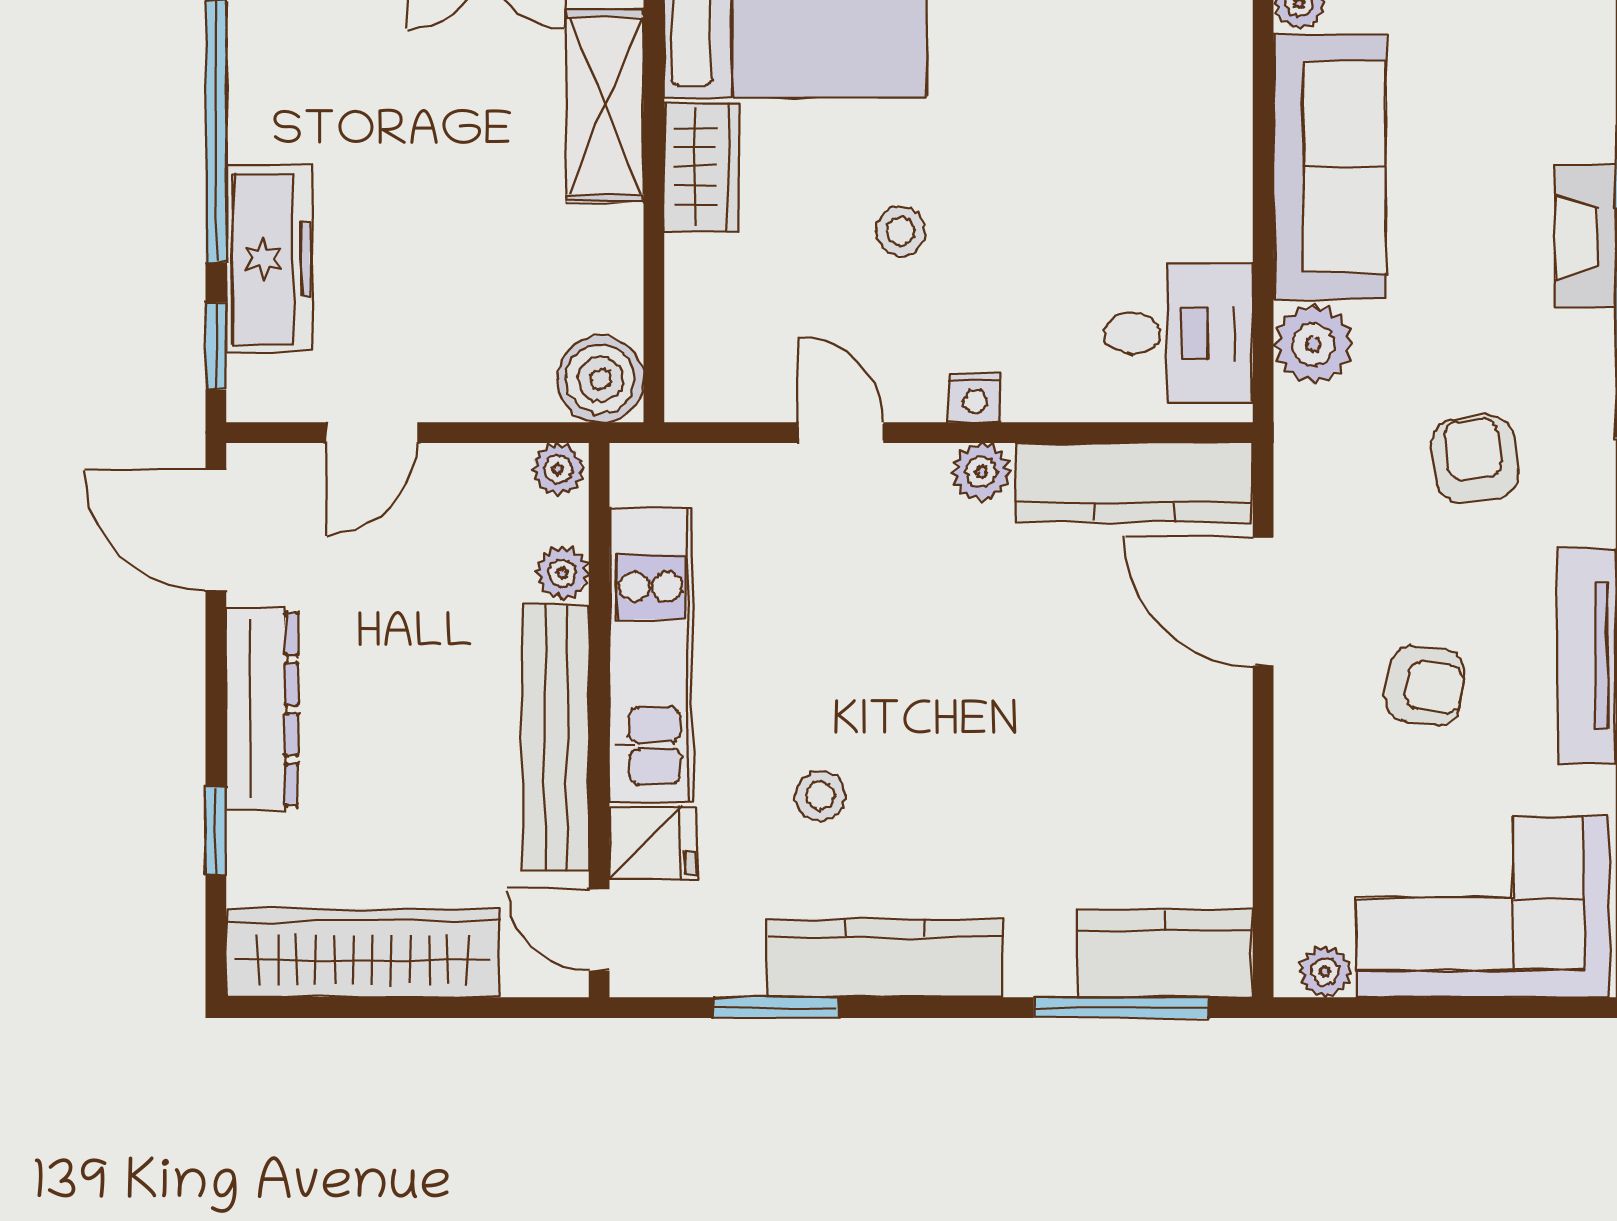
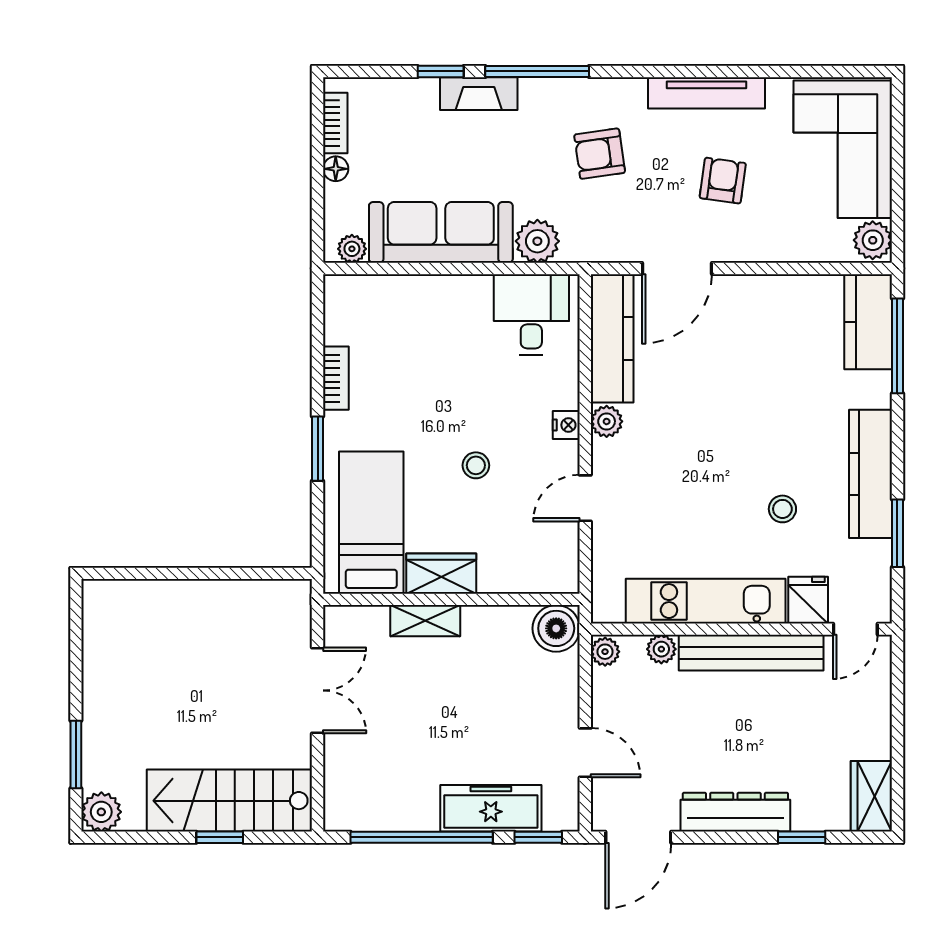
shelving: (605, 106) -> (425, 621), width x0.67, depth x0.75
wardrobe: (363, 953) -> (871, 796), width x0.48, depth x0.85
plant: (1325, 972) -> (873, 240), width x1.38, depth x1.38

